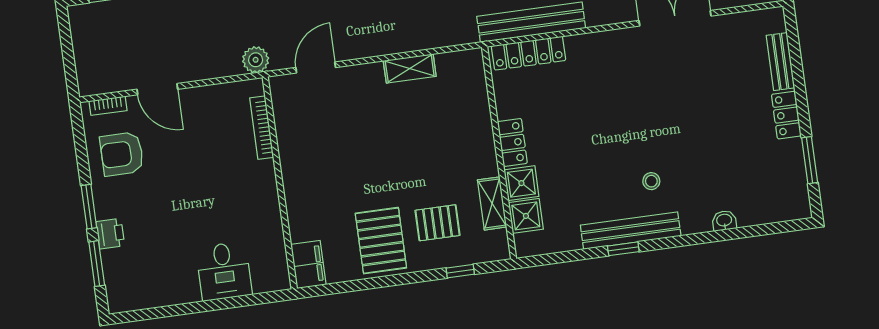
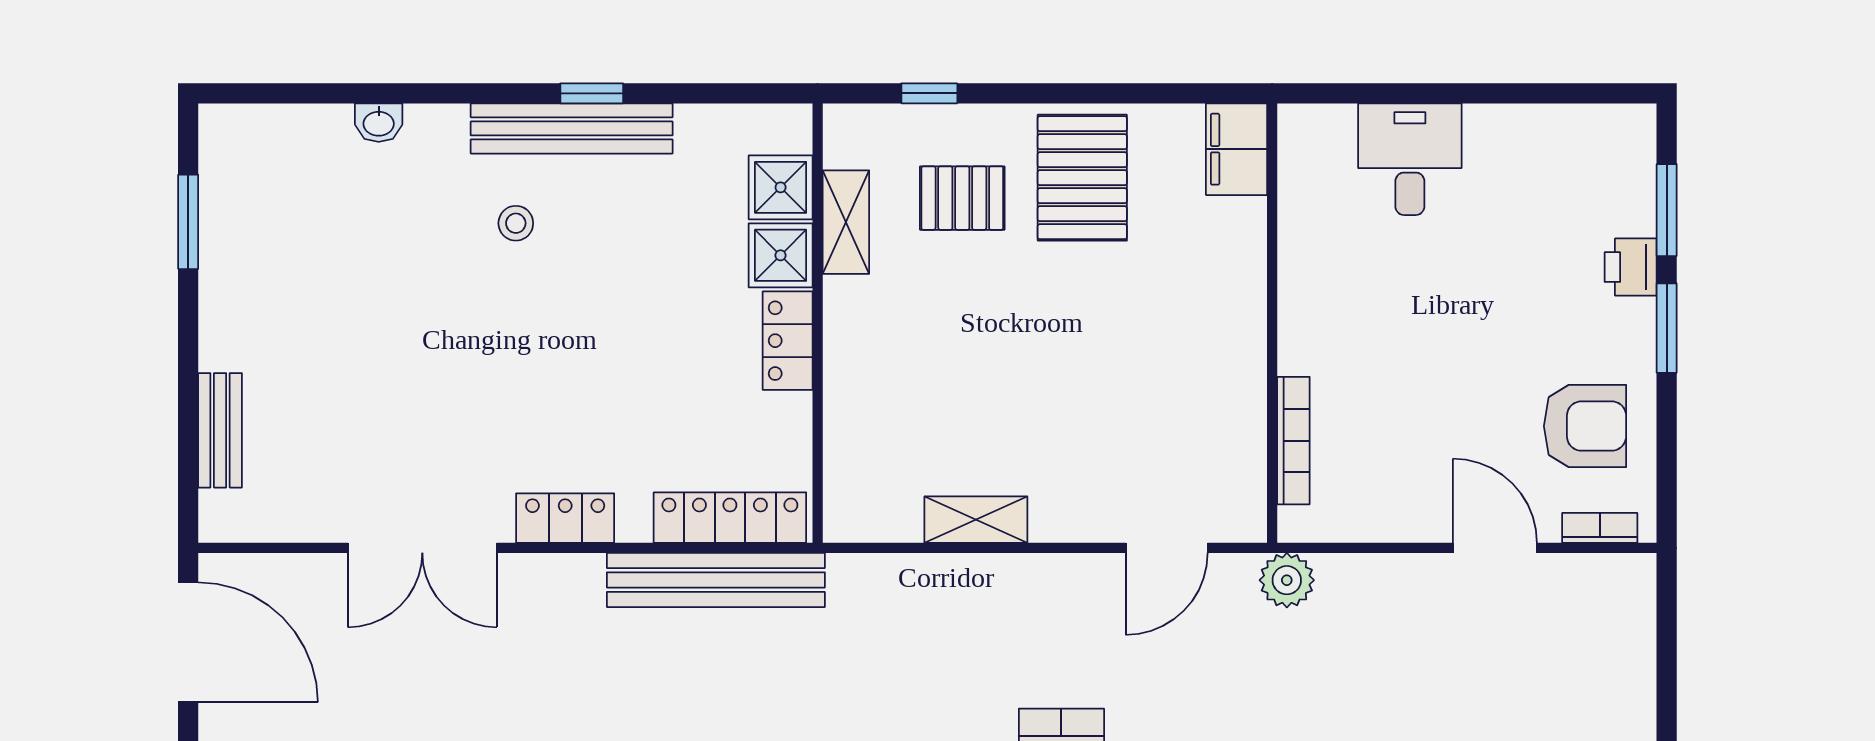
locker: (786, 115) -> (565, 518), moved, turned -90

